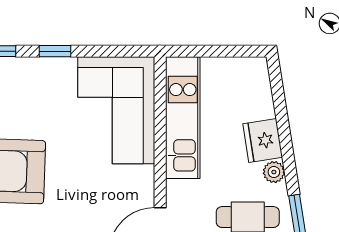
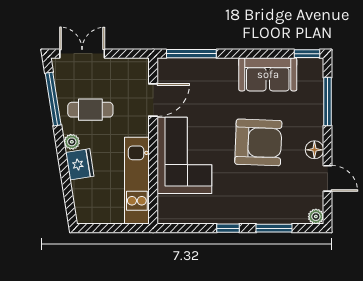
corner sofa: (116, 110) -> (184, 155), moved

